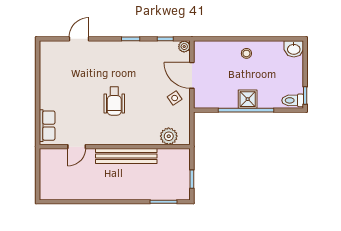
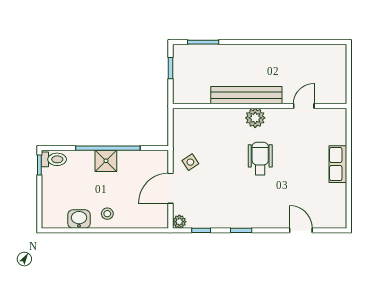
door: (79, 39) -> (301, 230), swing flipped
washbasin: (294, 49) -> (79, 219), moved
door: (192, 75) -> (171, 188), swing flipped
row of seats: (47, 126) -> (338, 164), moved
plant: (169, 136) -> (255, 118), moved

